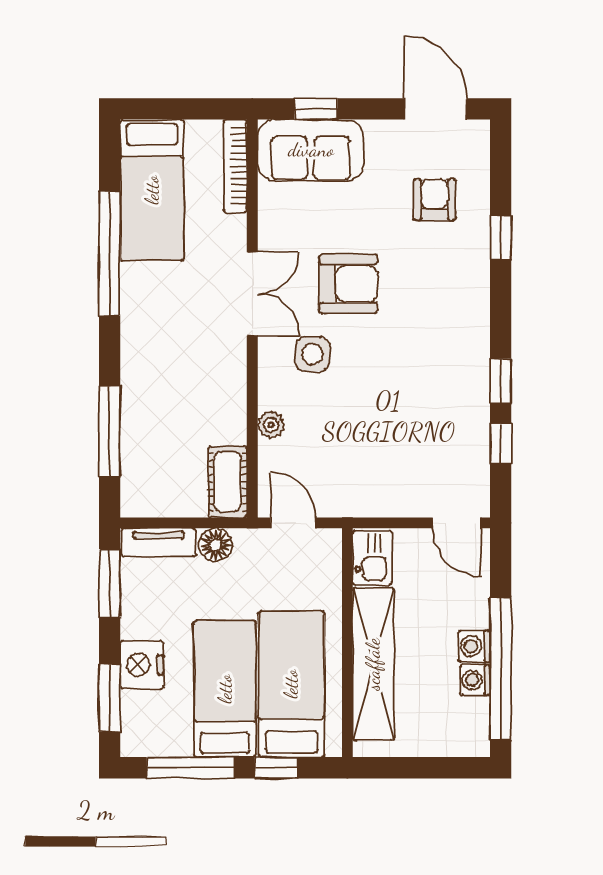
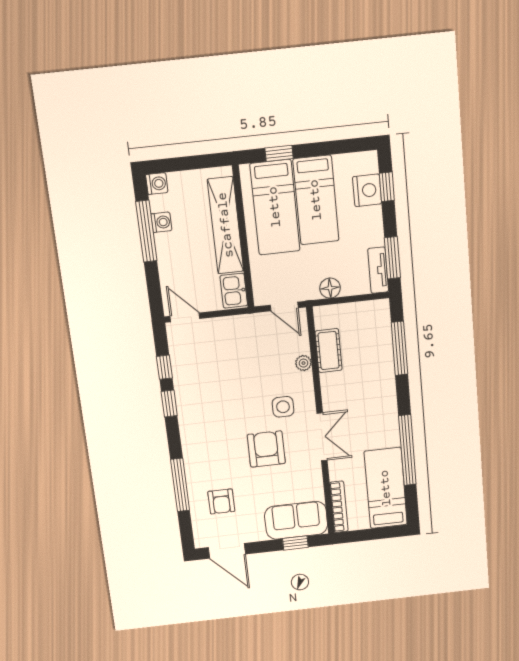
window: (501, 237) -> (180, 485), width x2.17
armchair: (348, 284) -> (266, 449), turned 90
double door: (252, 294) -> (322, 437), swing flipped
cot: (228, 482) -> (329, 351), moved
tv unit: (159, 542) -> (378, 270), moved, turned -90
washing machine: (474, 646) -> (157, 184), moved
nightstand: (142, 665) -> (367, 190), moved
window: (501, 668) -> (146, 231), width x0.68
window: (110, 698) -> (387, 187), width x0.67
window: (190, 768) -> (333, 148), removed

